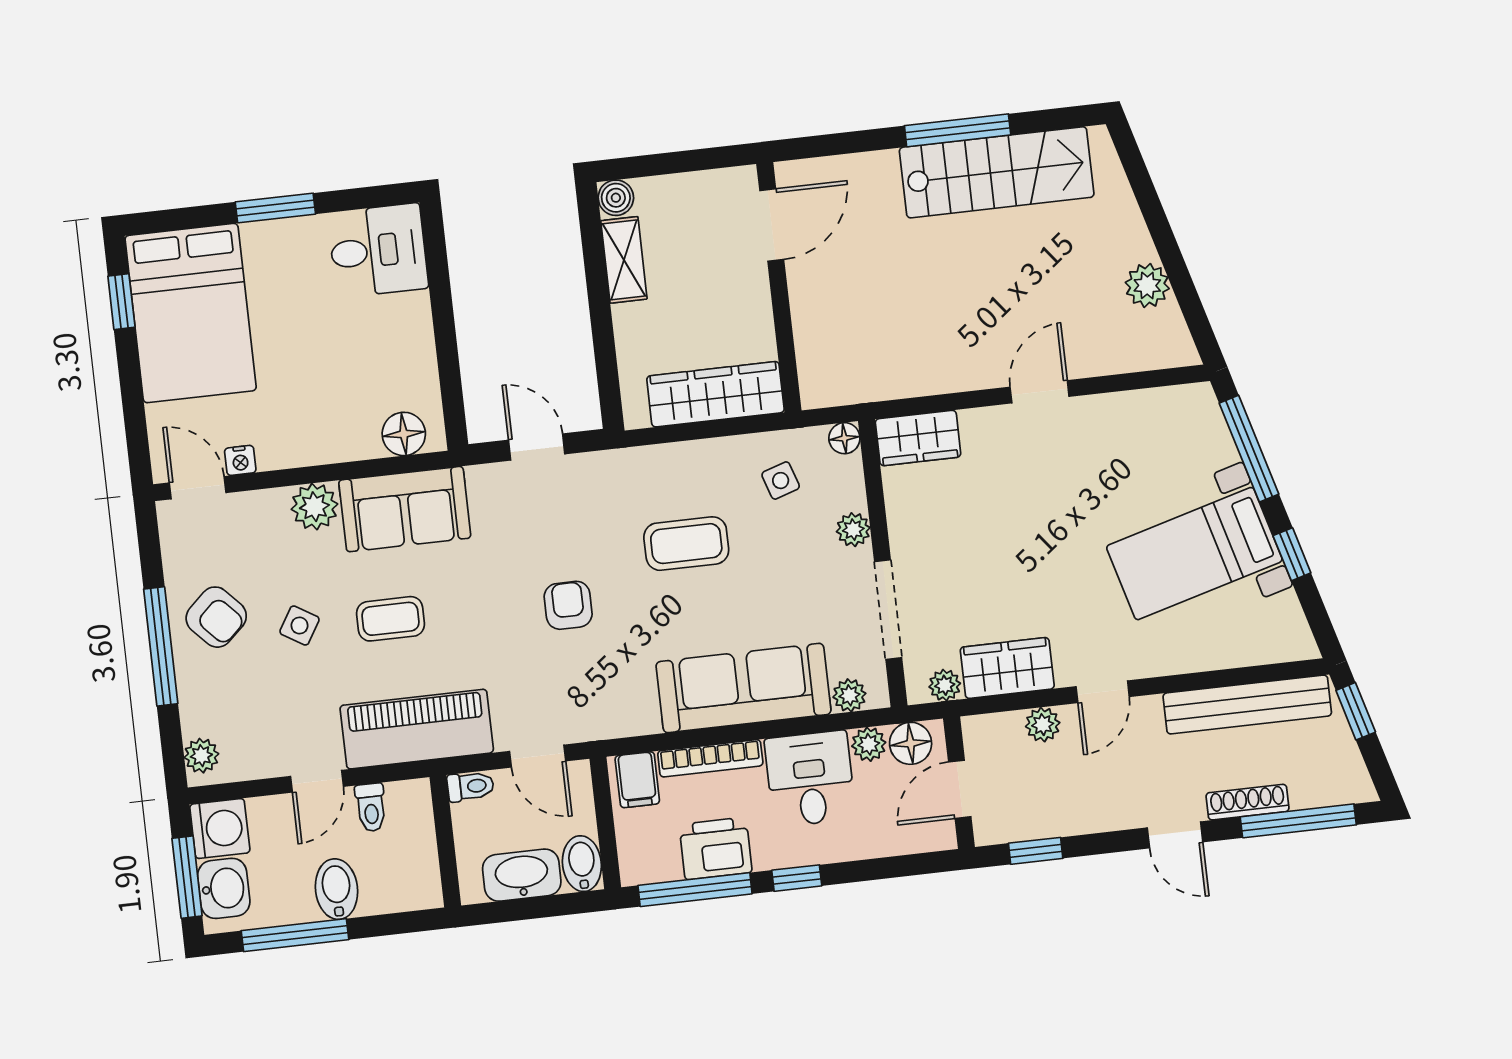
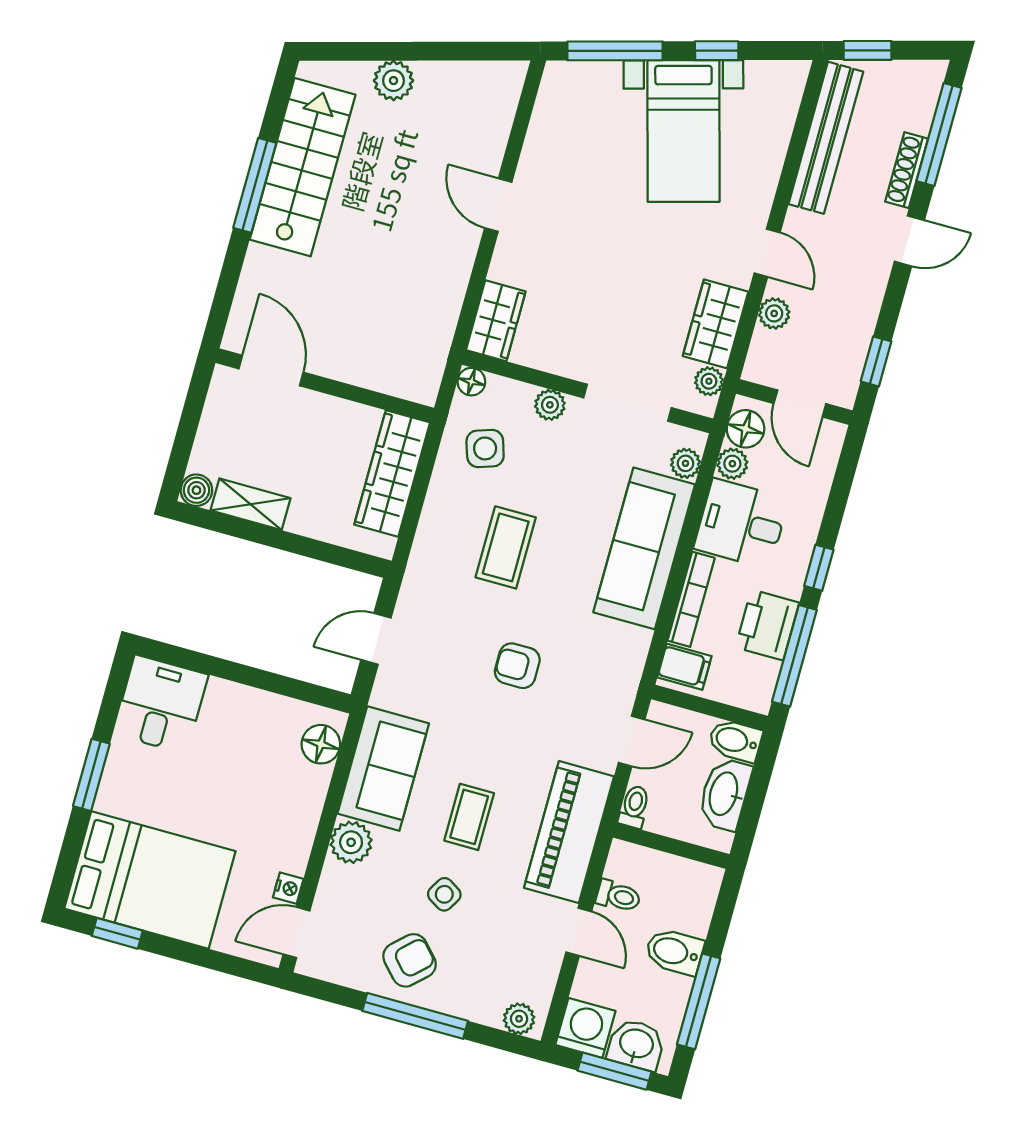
plant: (1147, 285) -> (393, 81), moved
side table: (781, 481) -> (485, 448), width x1.37, depth x1.37

